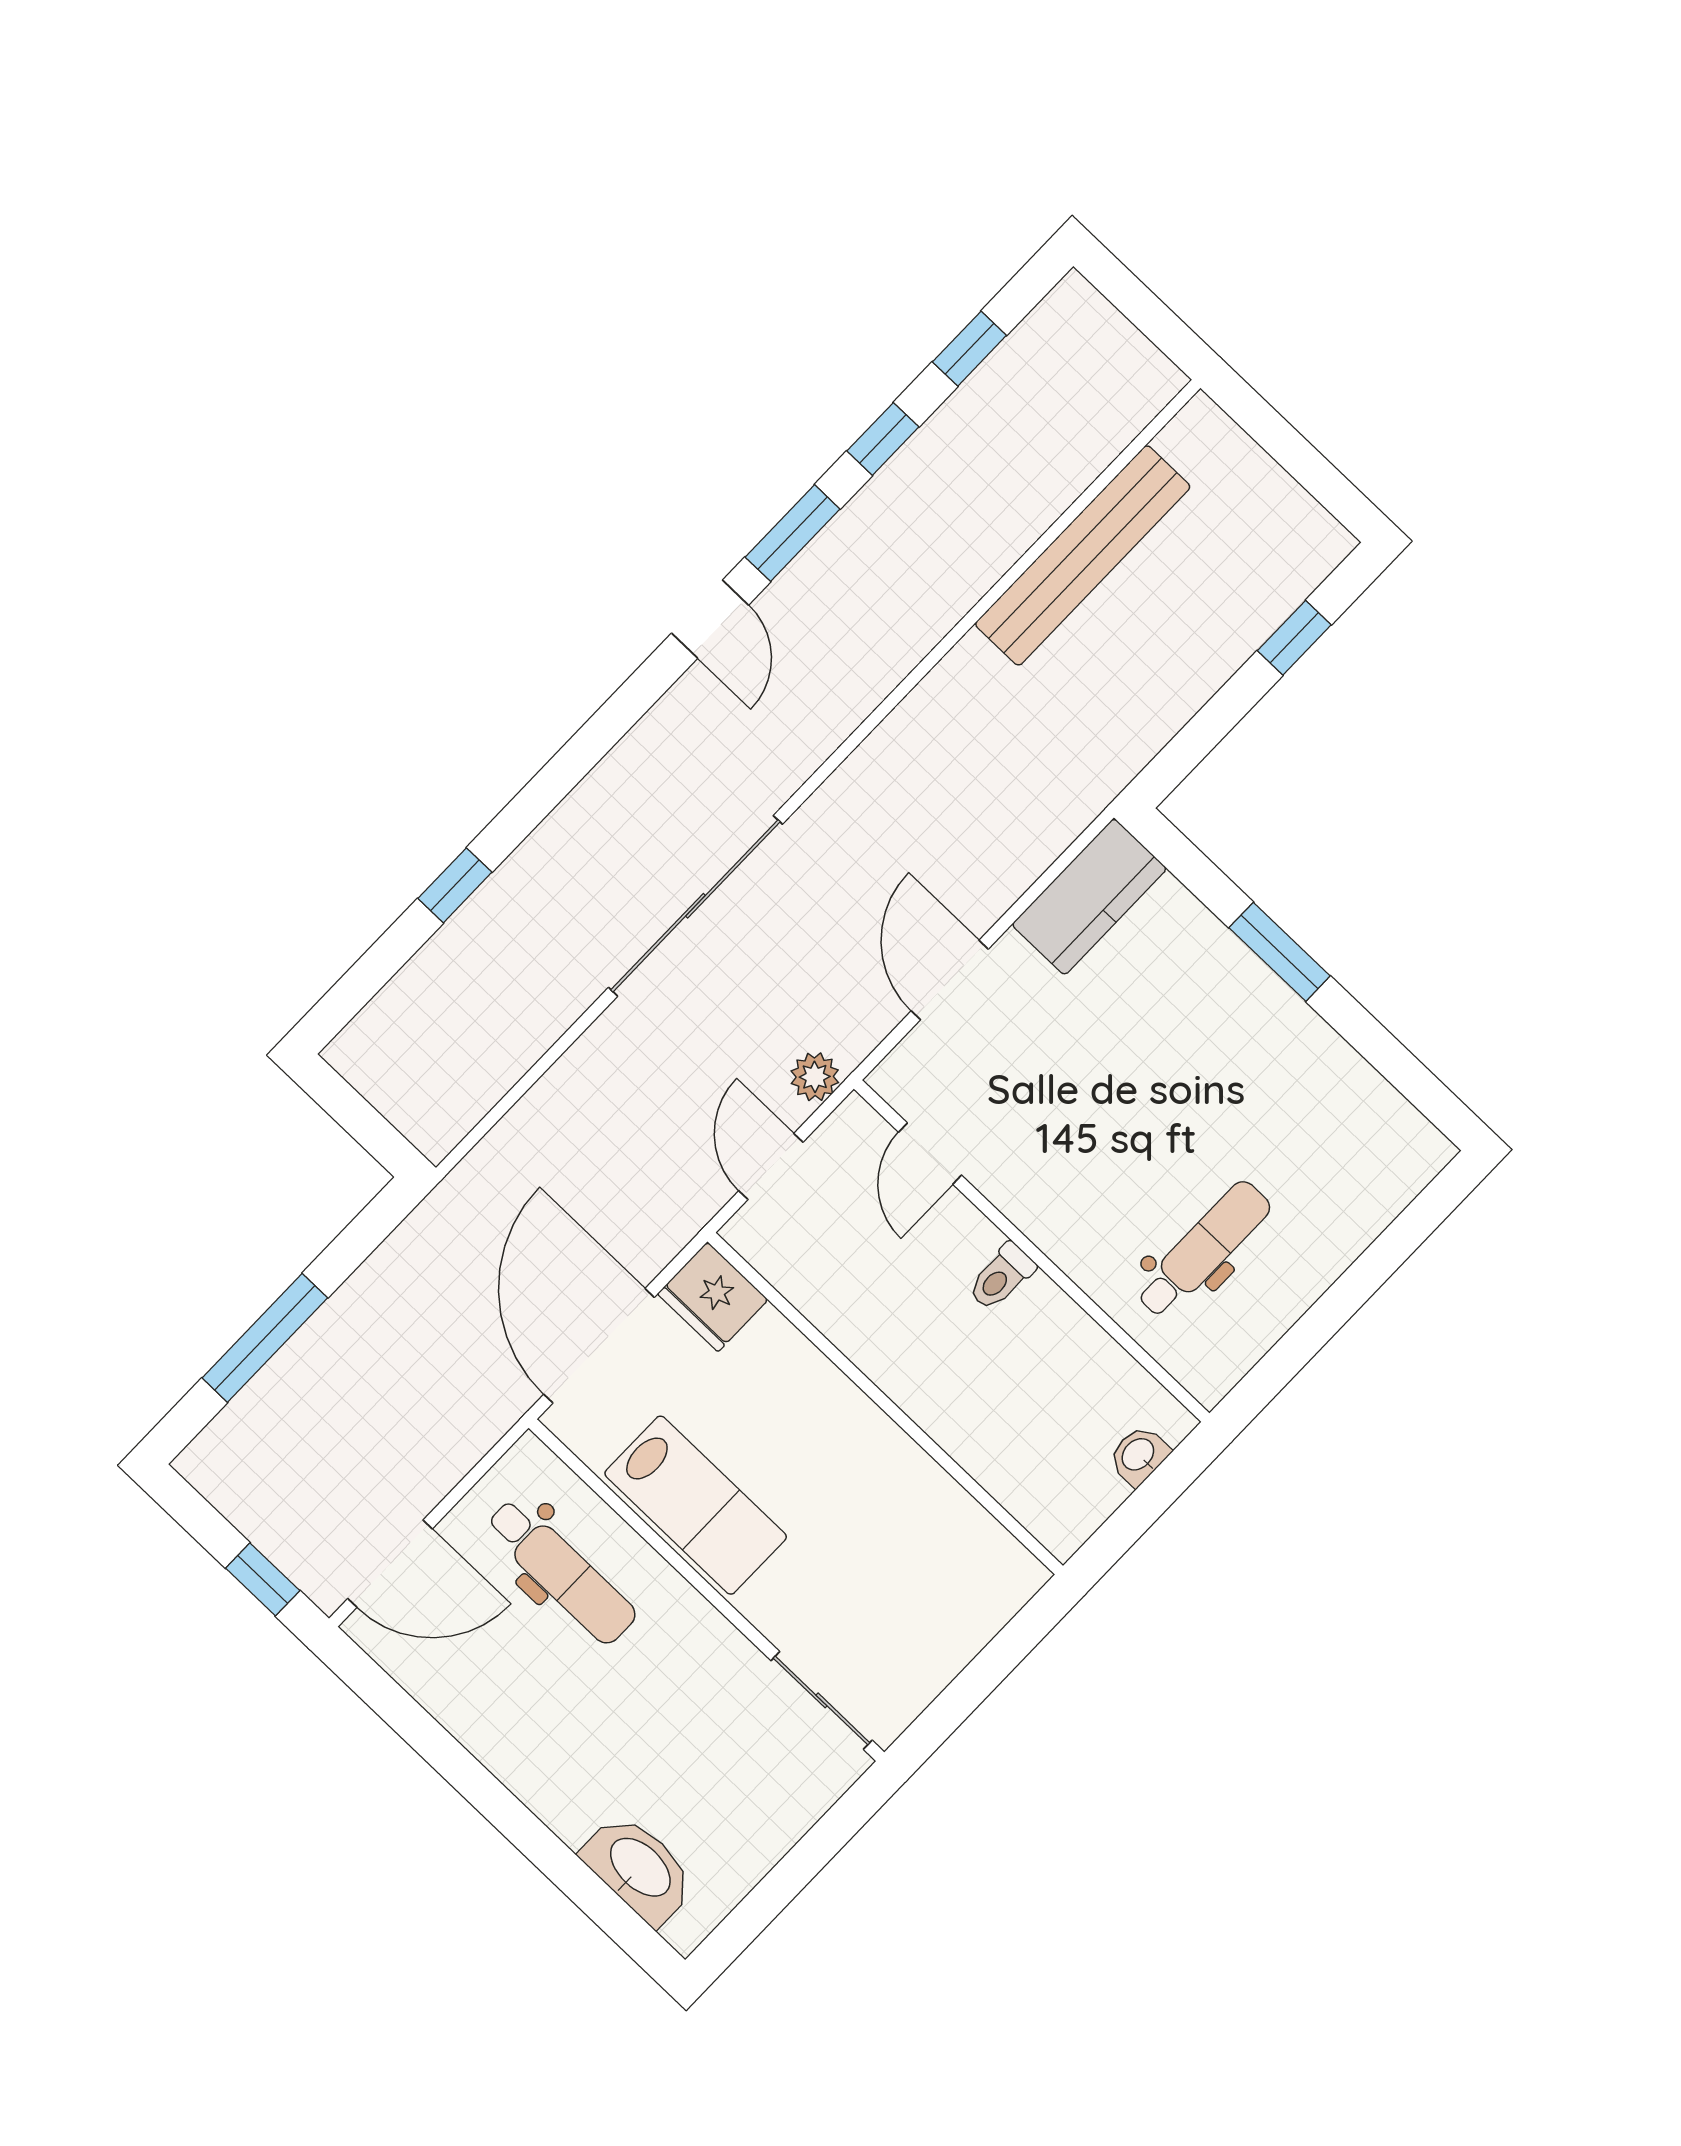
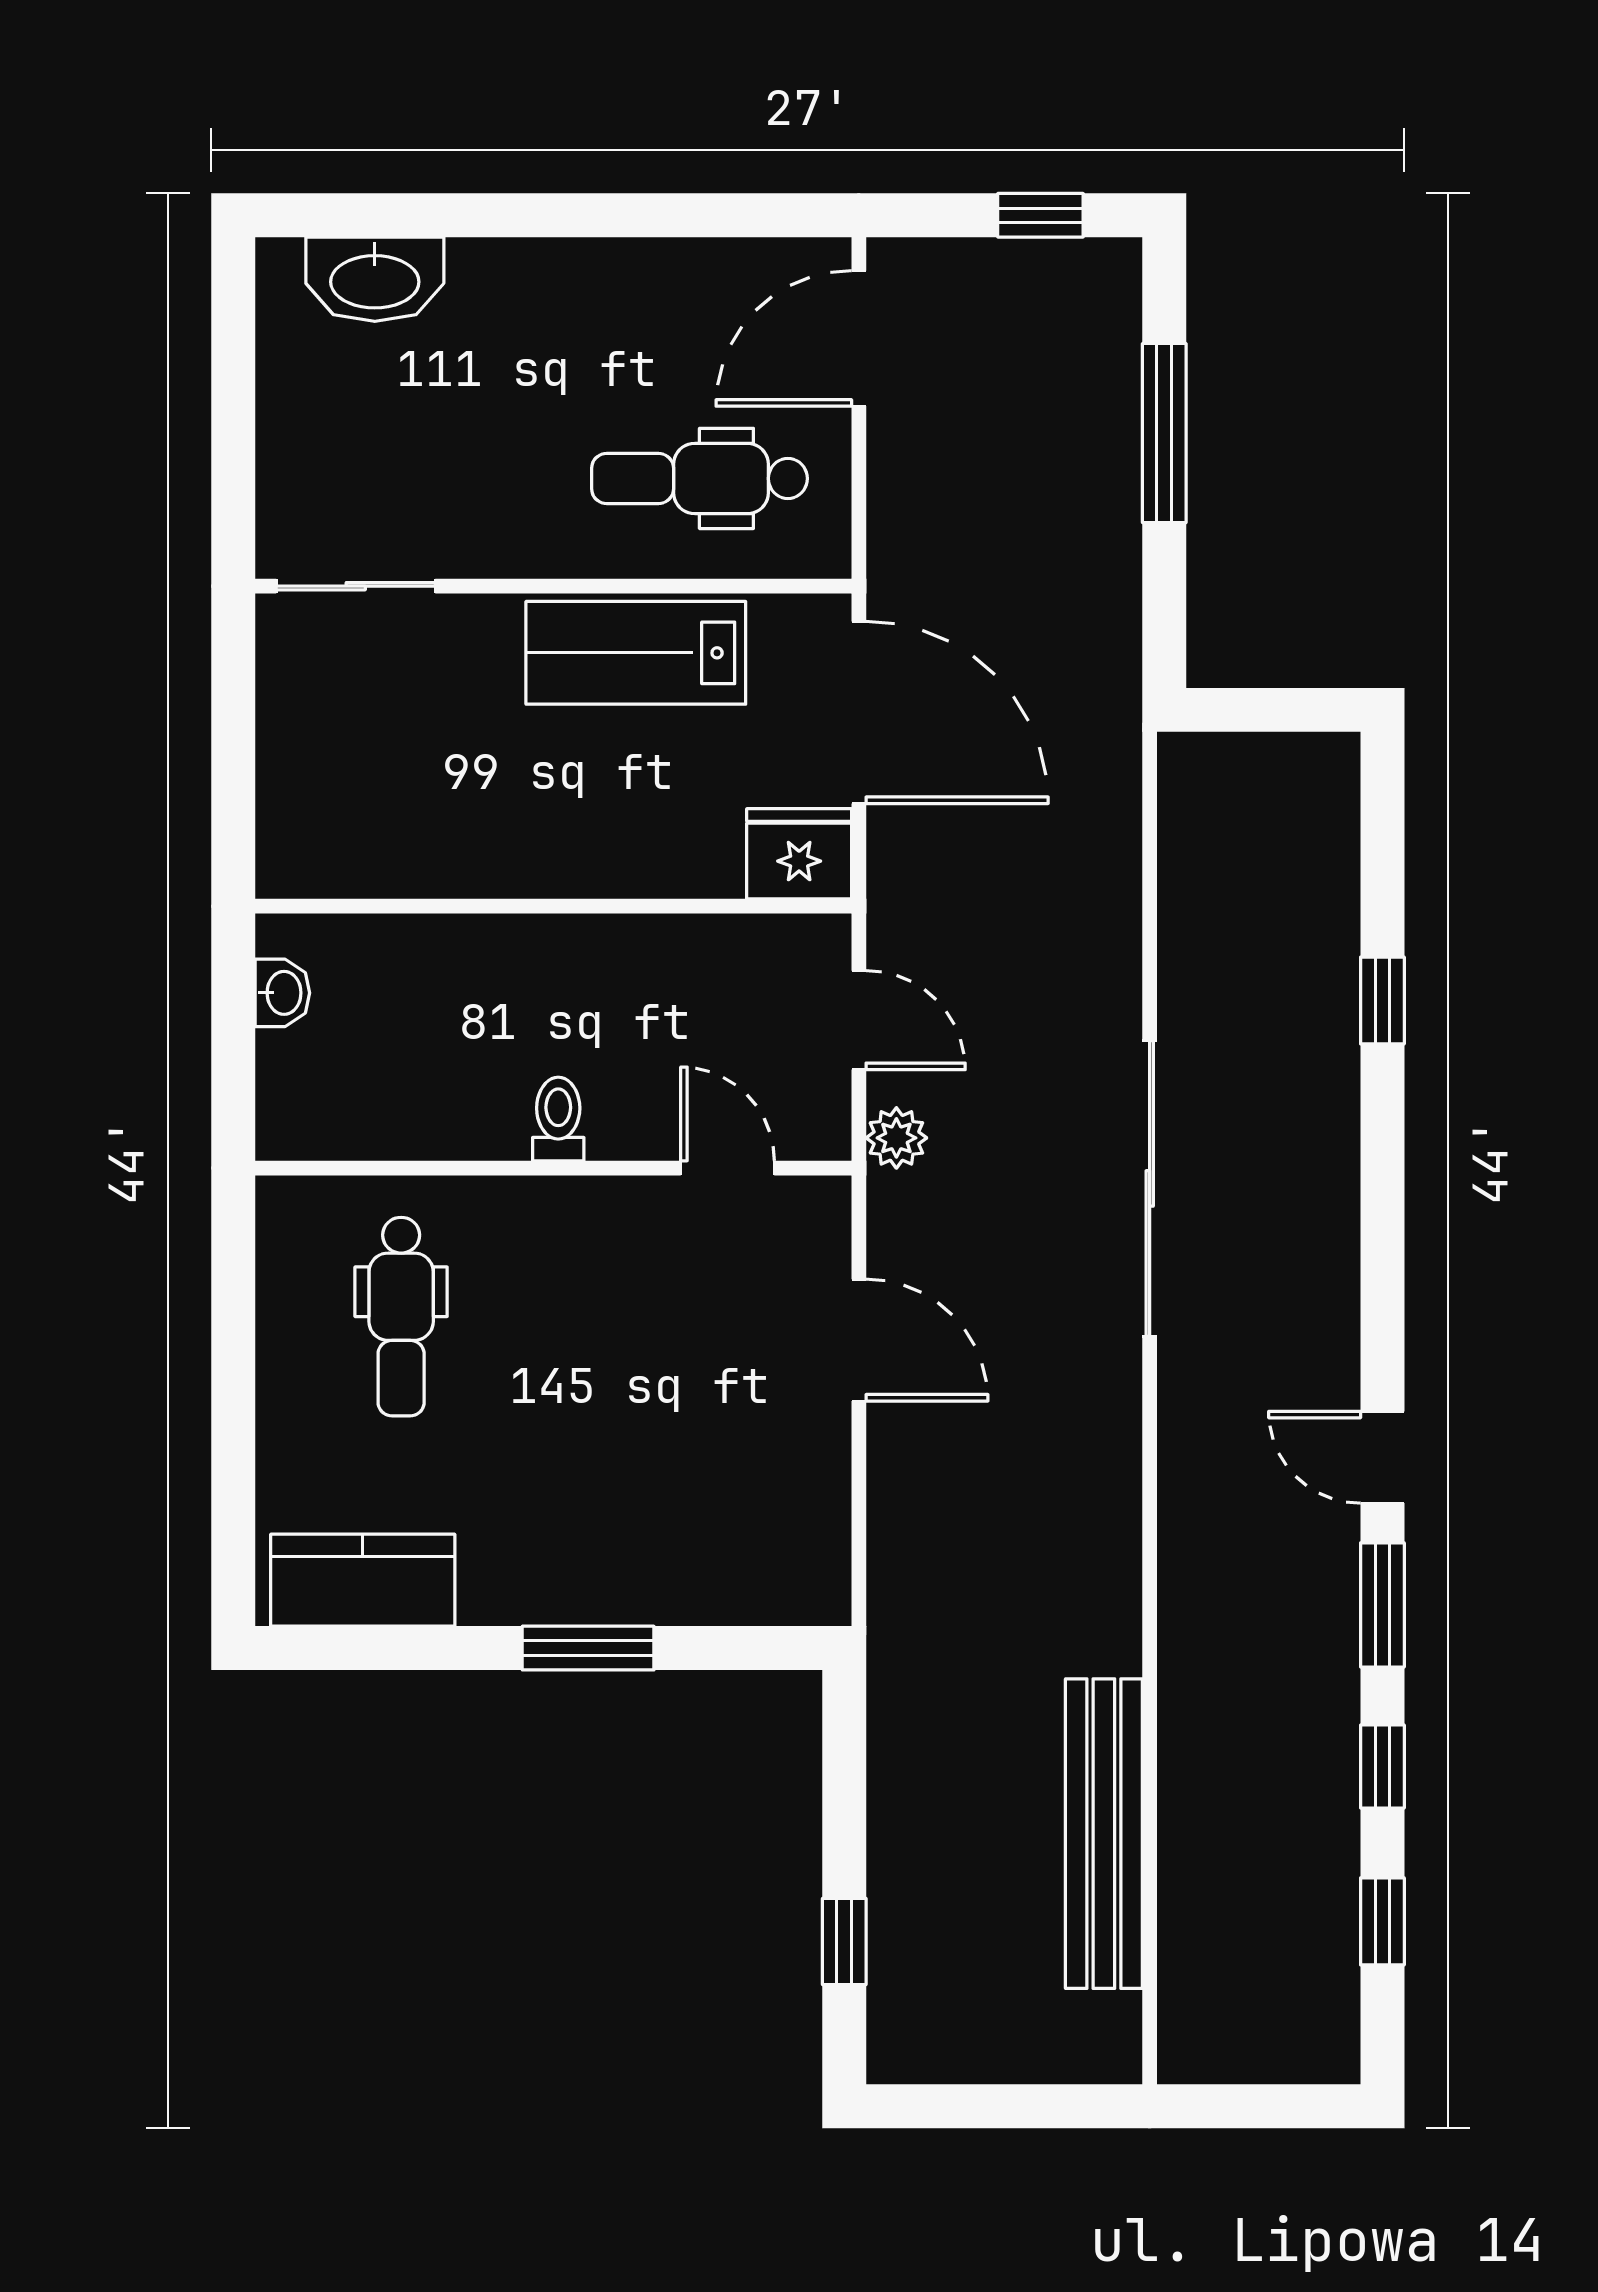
kitchen counter: (1089, 897) -> (363, 1580), moved, turned 90
washbasin: (1139, 1455) -> (282, 993), moved
window: (263, 1579) -> (1040, 215), moved

